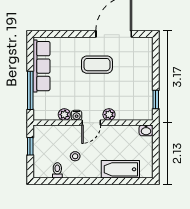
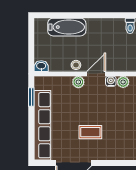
coffee table: (97, 65) -> (90, 132), width x0.73, depth x0.77
row of seats: (145, 71) -> (42, 125), added
stool: (75, 156) -> (76, 65), moved

